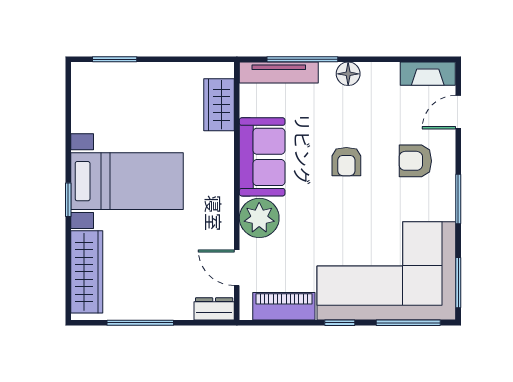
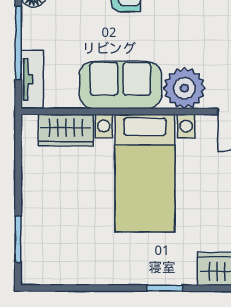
tv unit: (279, 73) -> (32, 79), width x0.71
bed with nightstands: (127, 181) -> (145, 173), moved, turned 180

